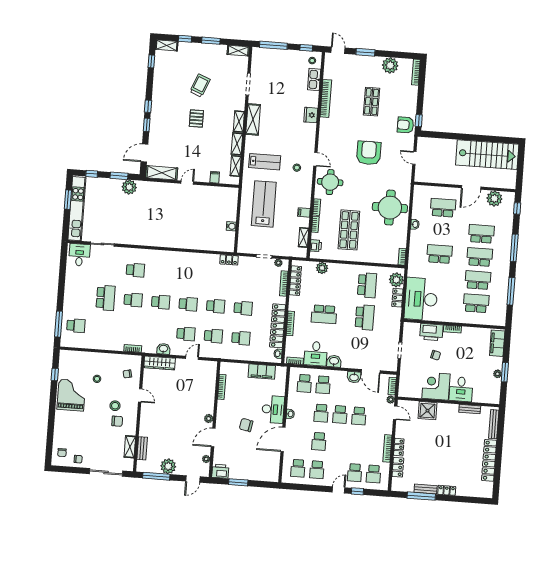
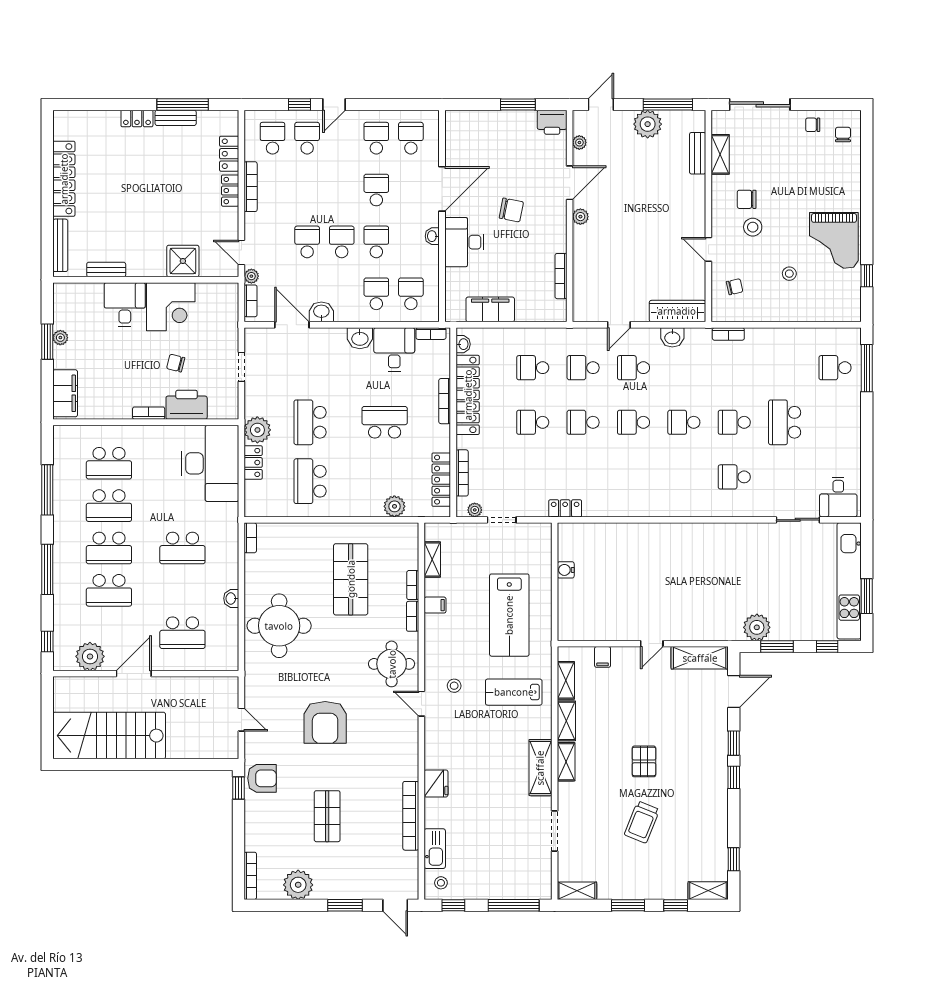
printer: (316, 246) -> (409, 546), removed
plant: (396, 280) -> (257, 430), moved

